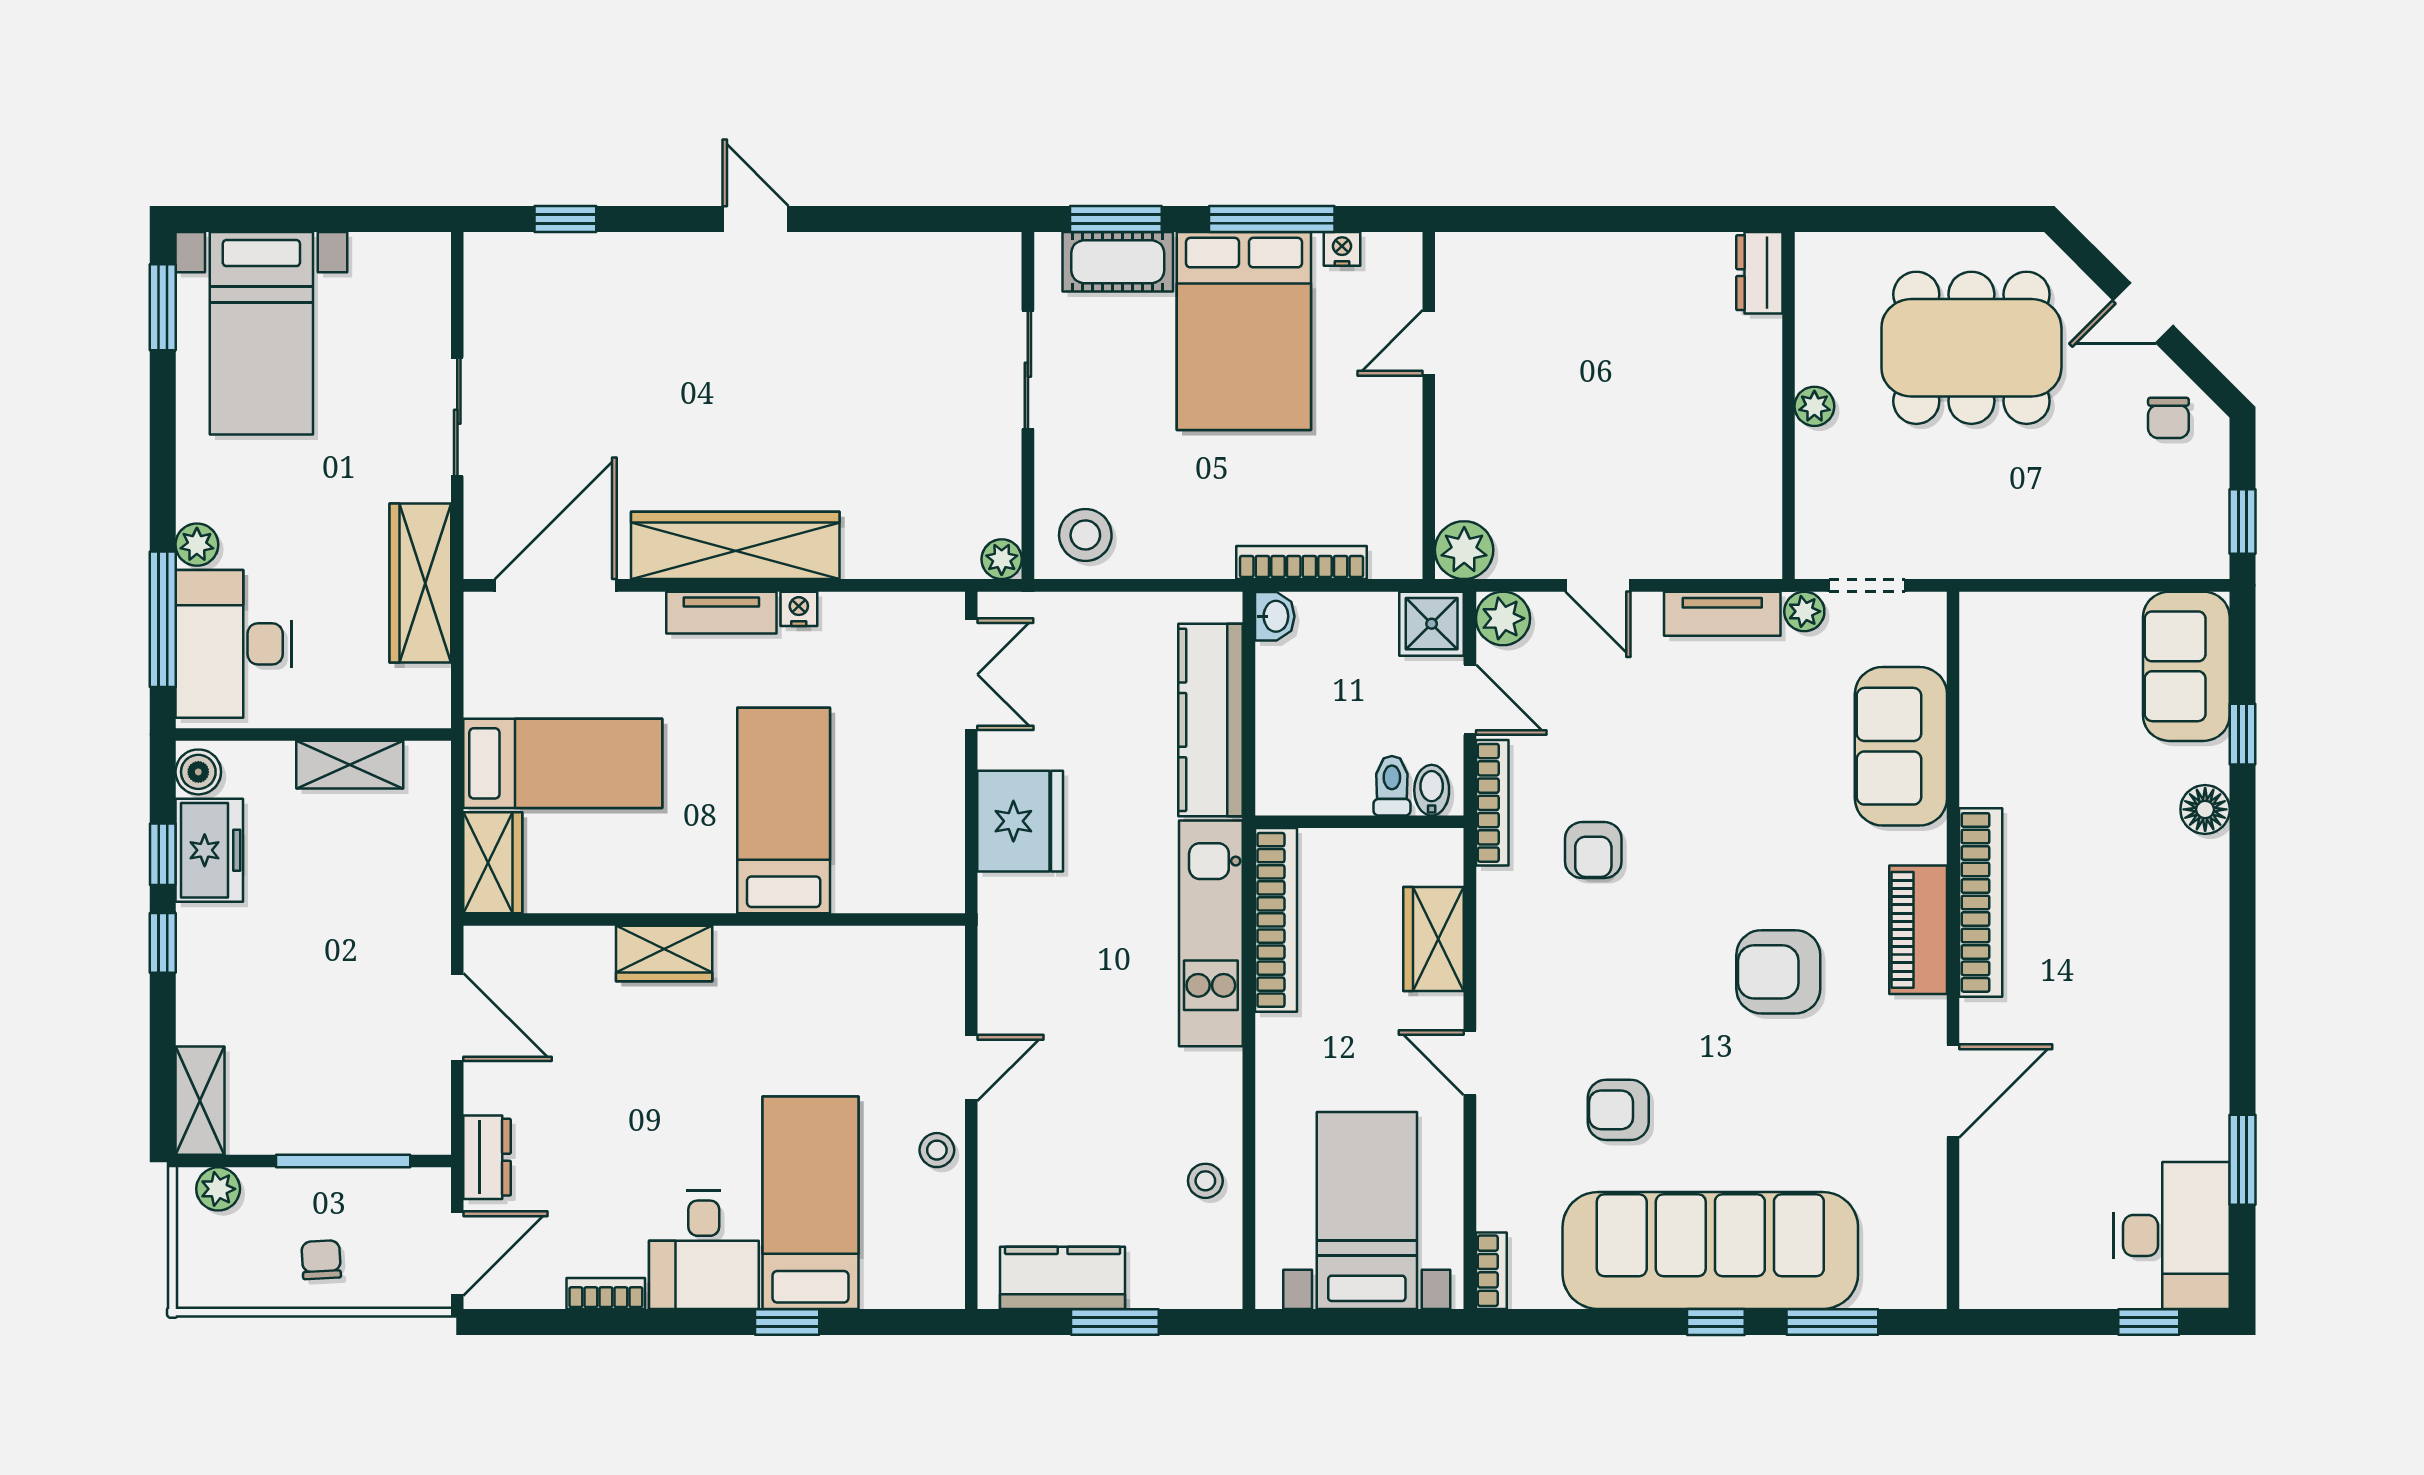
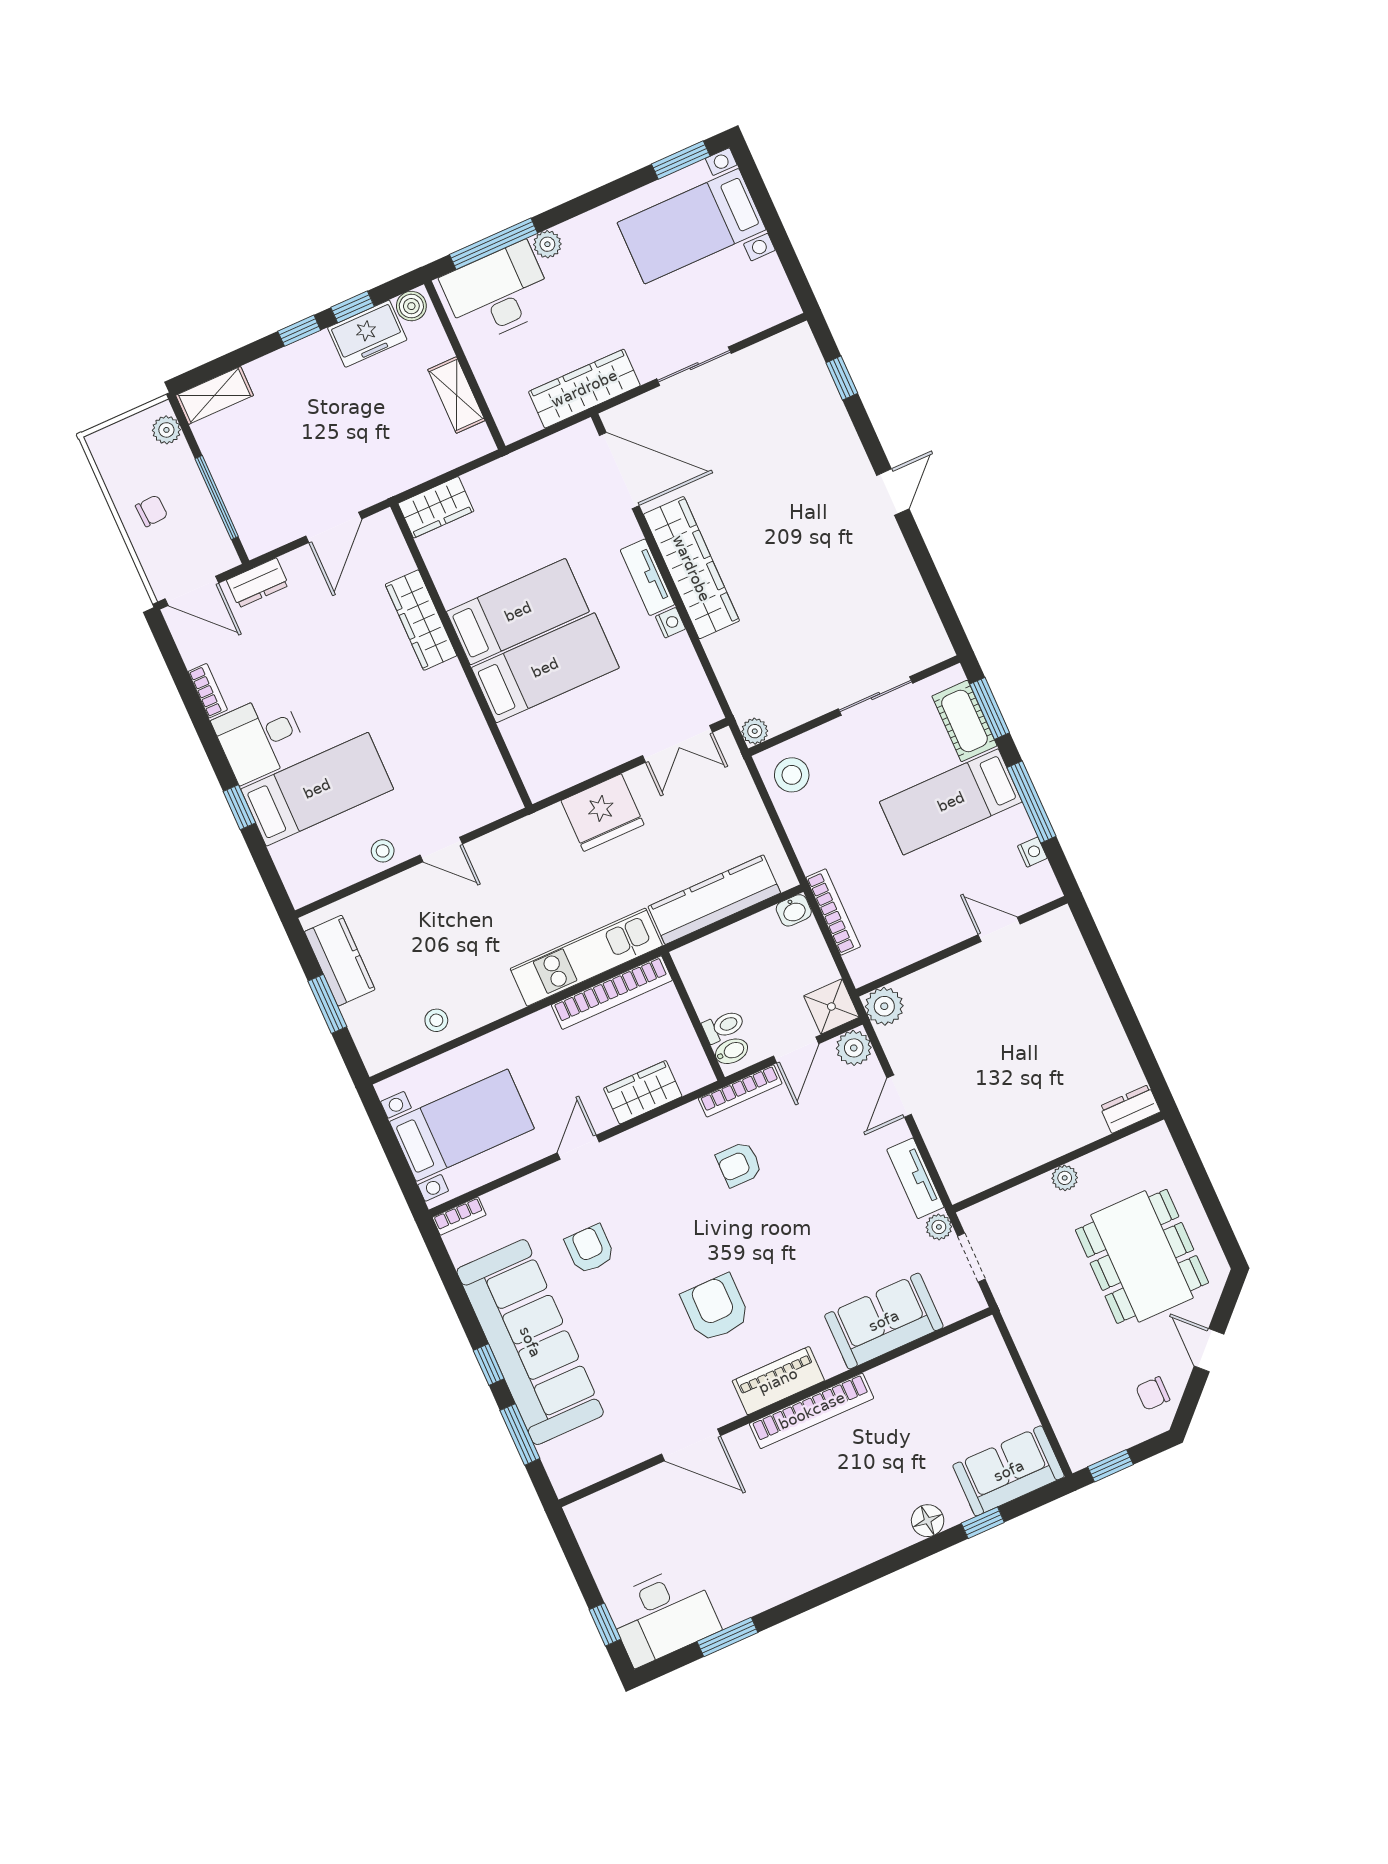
bed: (1244, 331) -> (951, 802), width x0.67
bed: (563, 763) -> (518, 612), moved, turned -90
wardrobe: (664, 953) -> (421, 620), width x1.50

